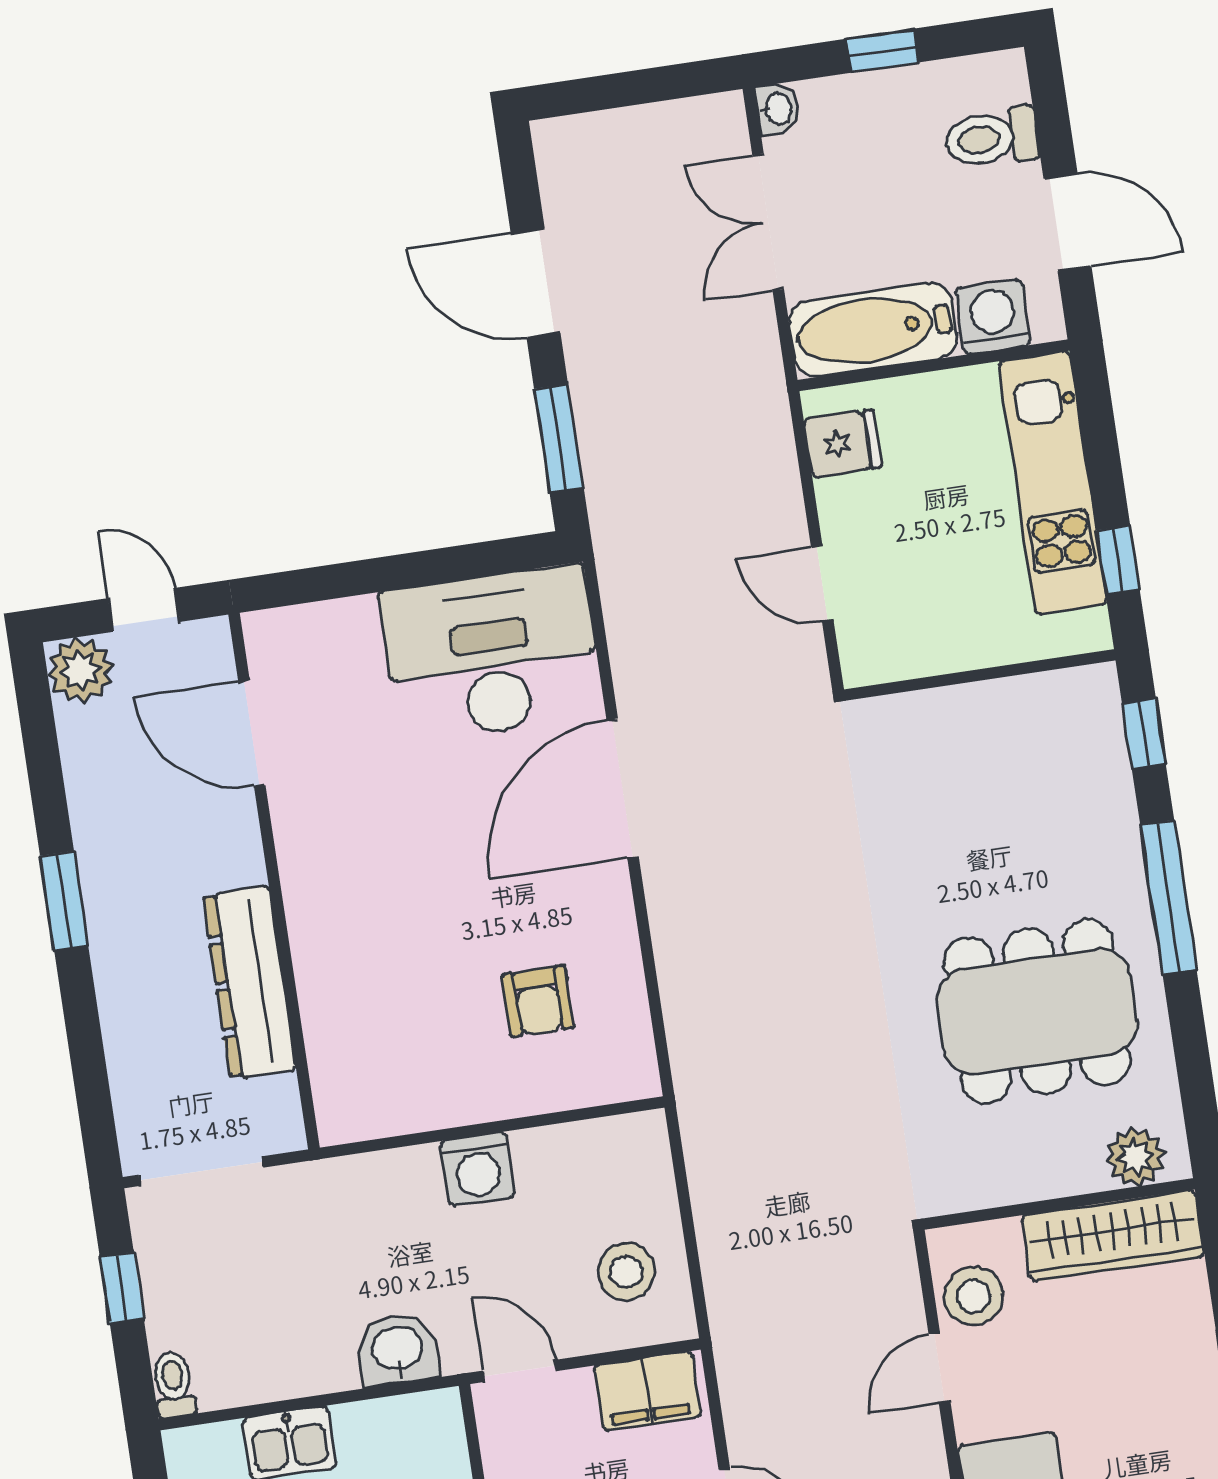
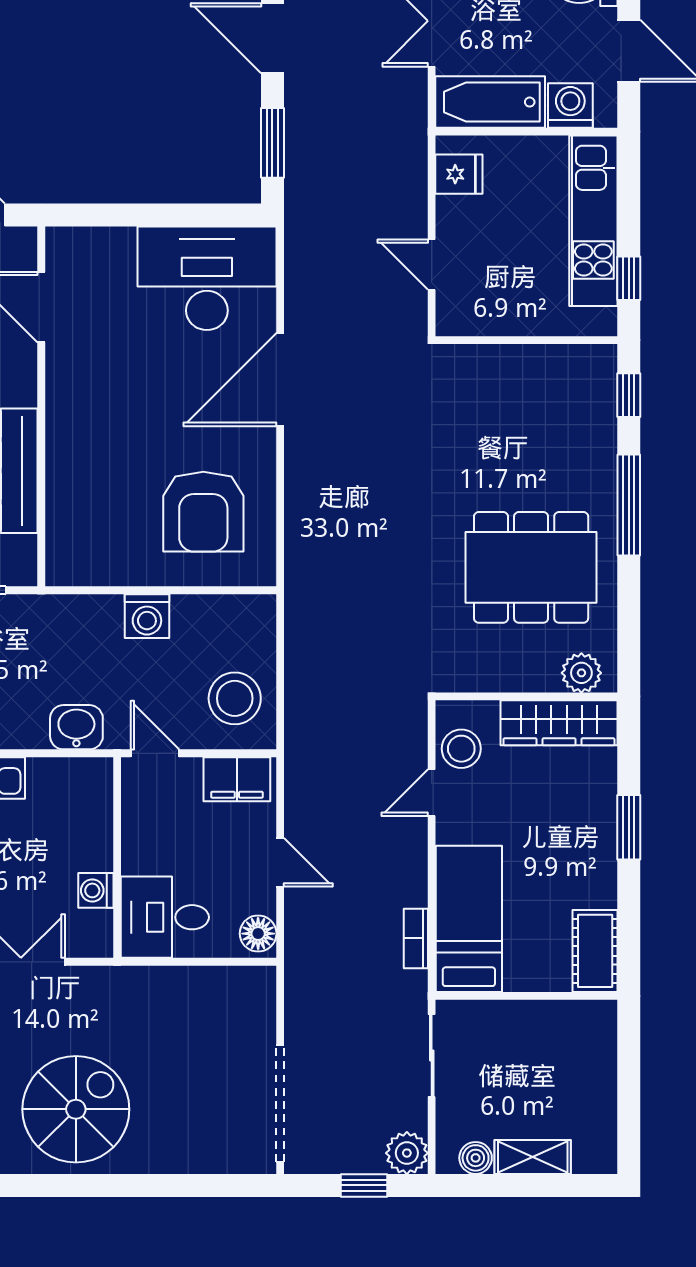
armchair: (538, 1001) -> (203, 512), width x1.88, depth x1.88
stool: (626, 1272) -> (235, 698), width x1.38, depth x1.38

